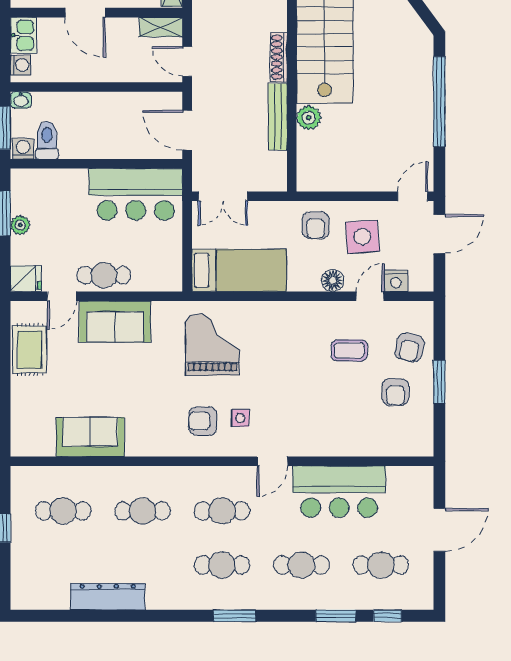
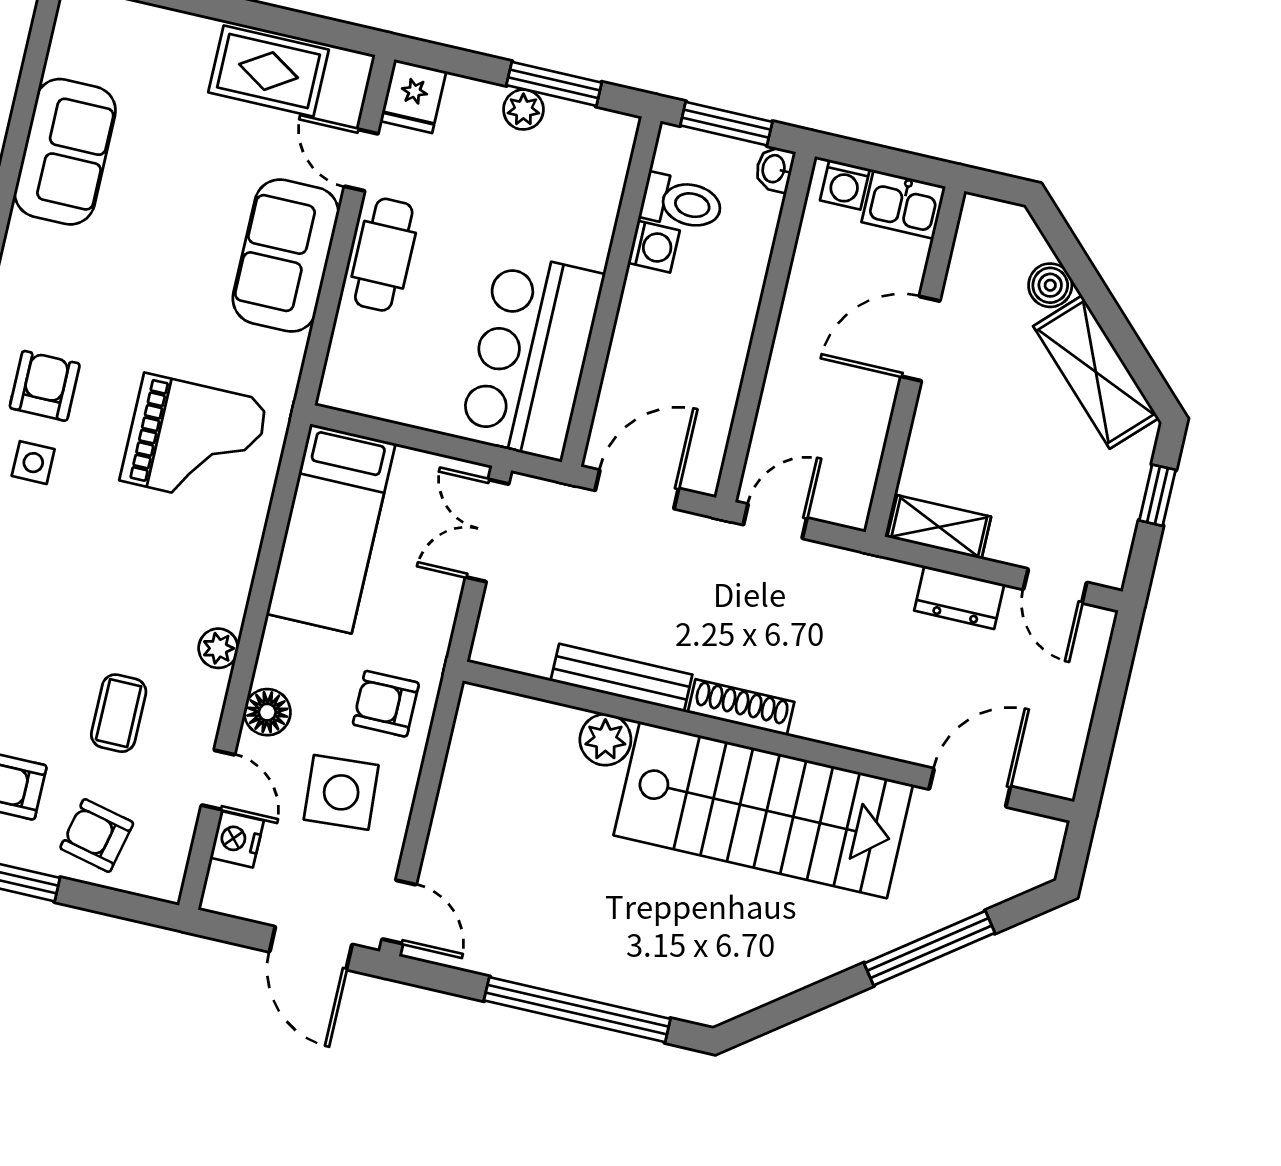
shelving: (161, 27) -> (856, 484), removed
washing machine: (23, 149) -> (654, 247), moved
plant: (308, 310) -> (218, 648), added

